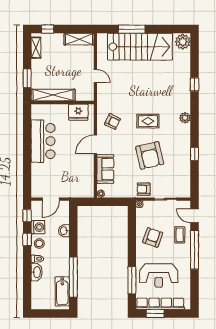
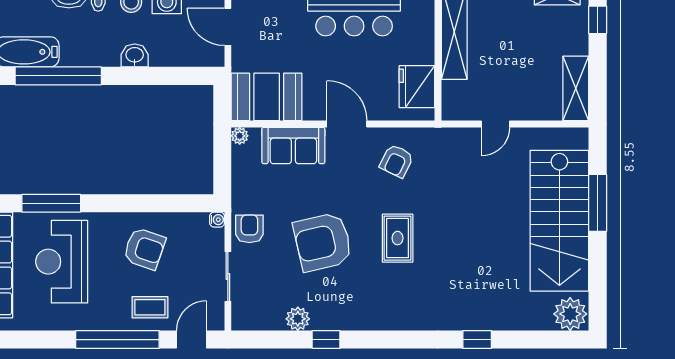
plant: (185, 118) -> (298, 319), moved
booth: (83, 181) -> (267, 97), added
washbasin: (64, 231) -> (135, 55), moved

